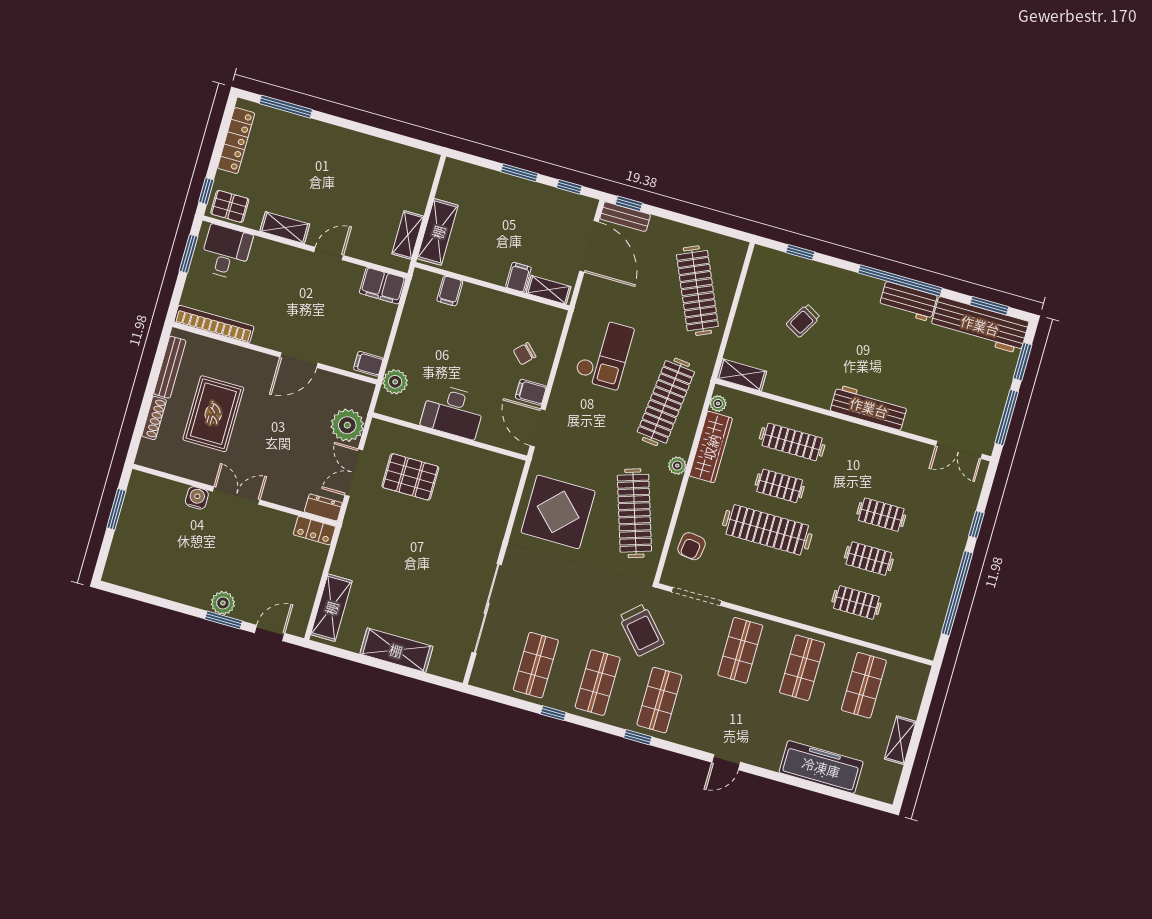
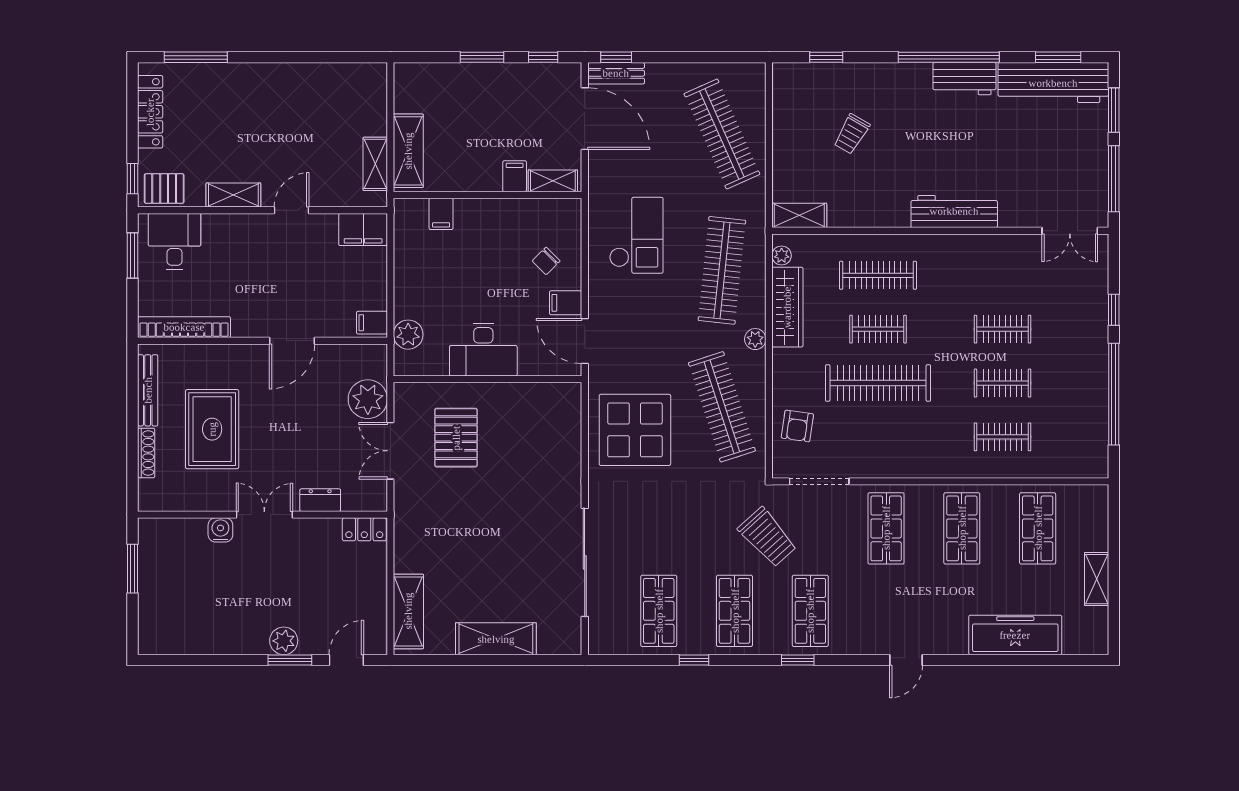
pallet: (410, 477) -> (456, 438), turned 90
dresser: (323, 507) -> (320, 500), moved

